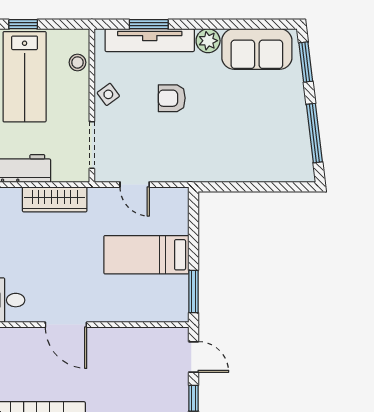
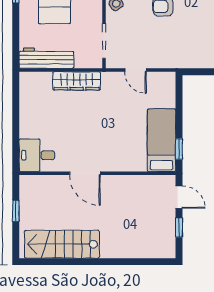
bed: (146, 255) -> (162, 140), moved, turned 90
window: (194, 292) -> (179, 149), width x0.67

